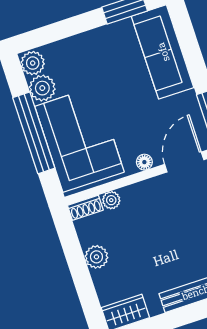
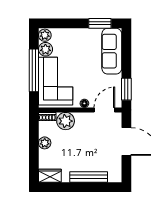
plant: (111, 200) -> (66, 121), width x1.88, depth x1.88

